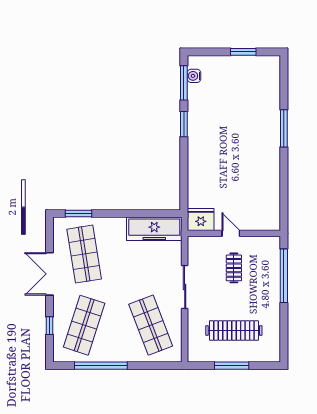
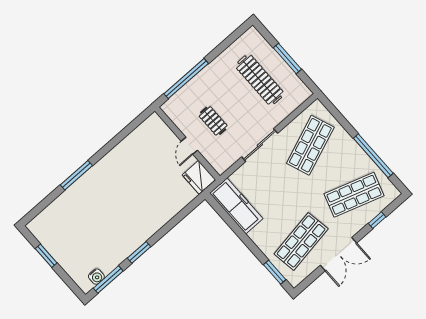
clothes rail: (234, 268) -> (213, 121), turned 90

